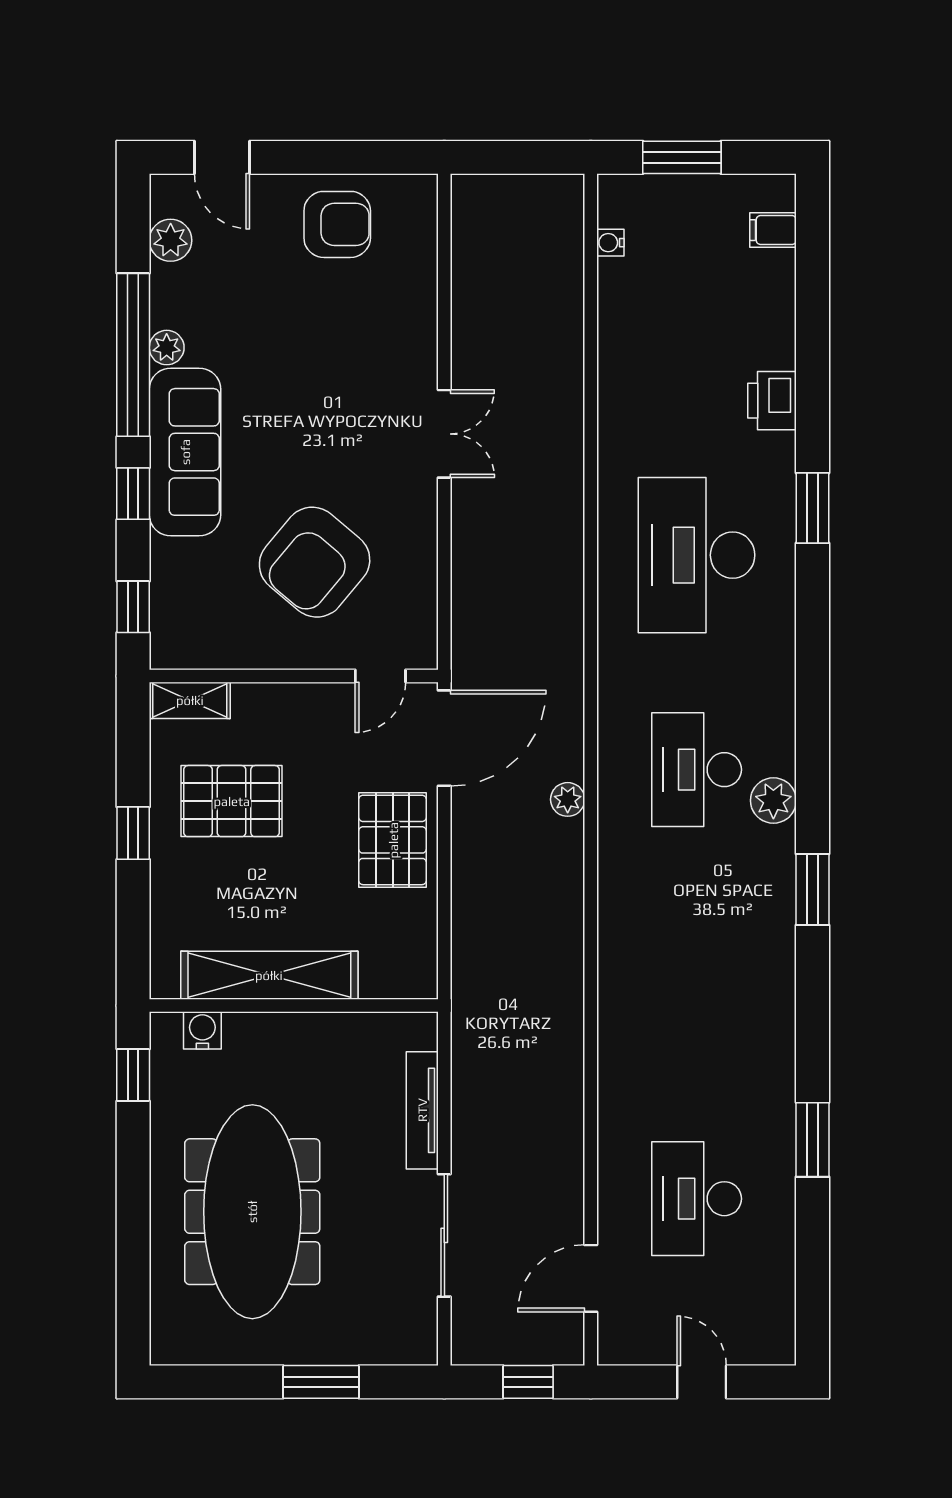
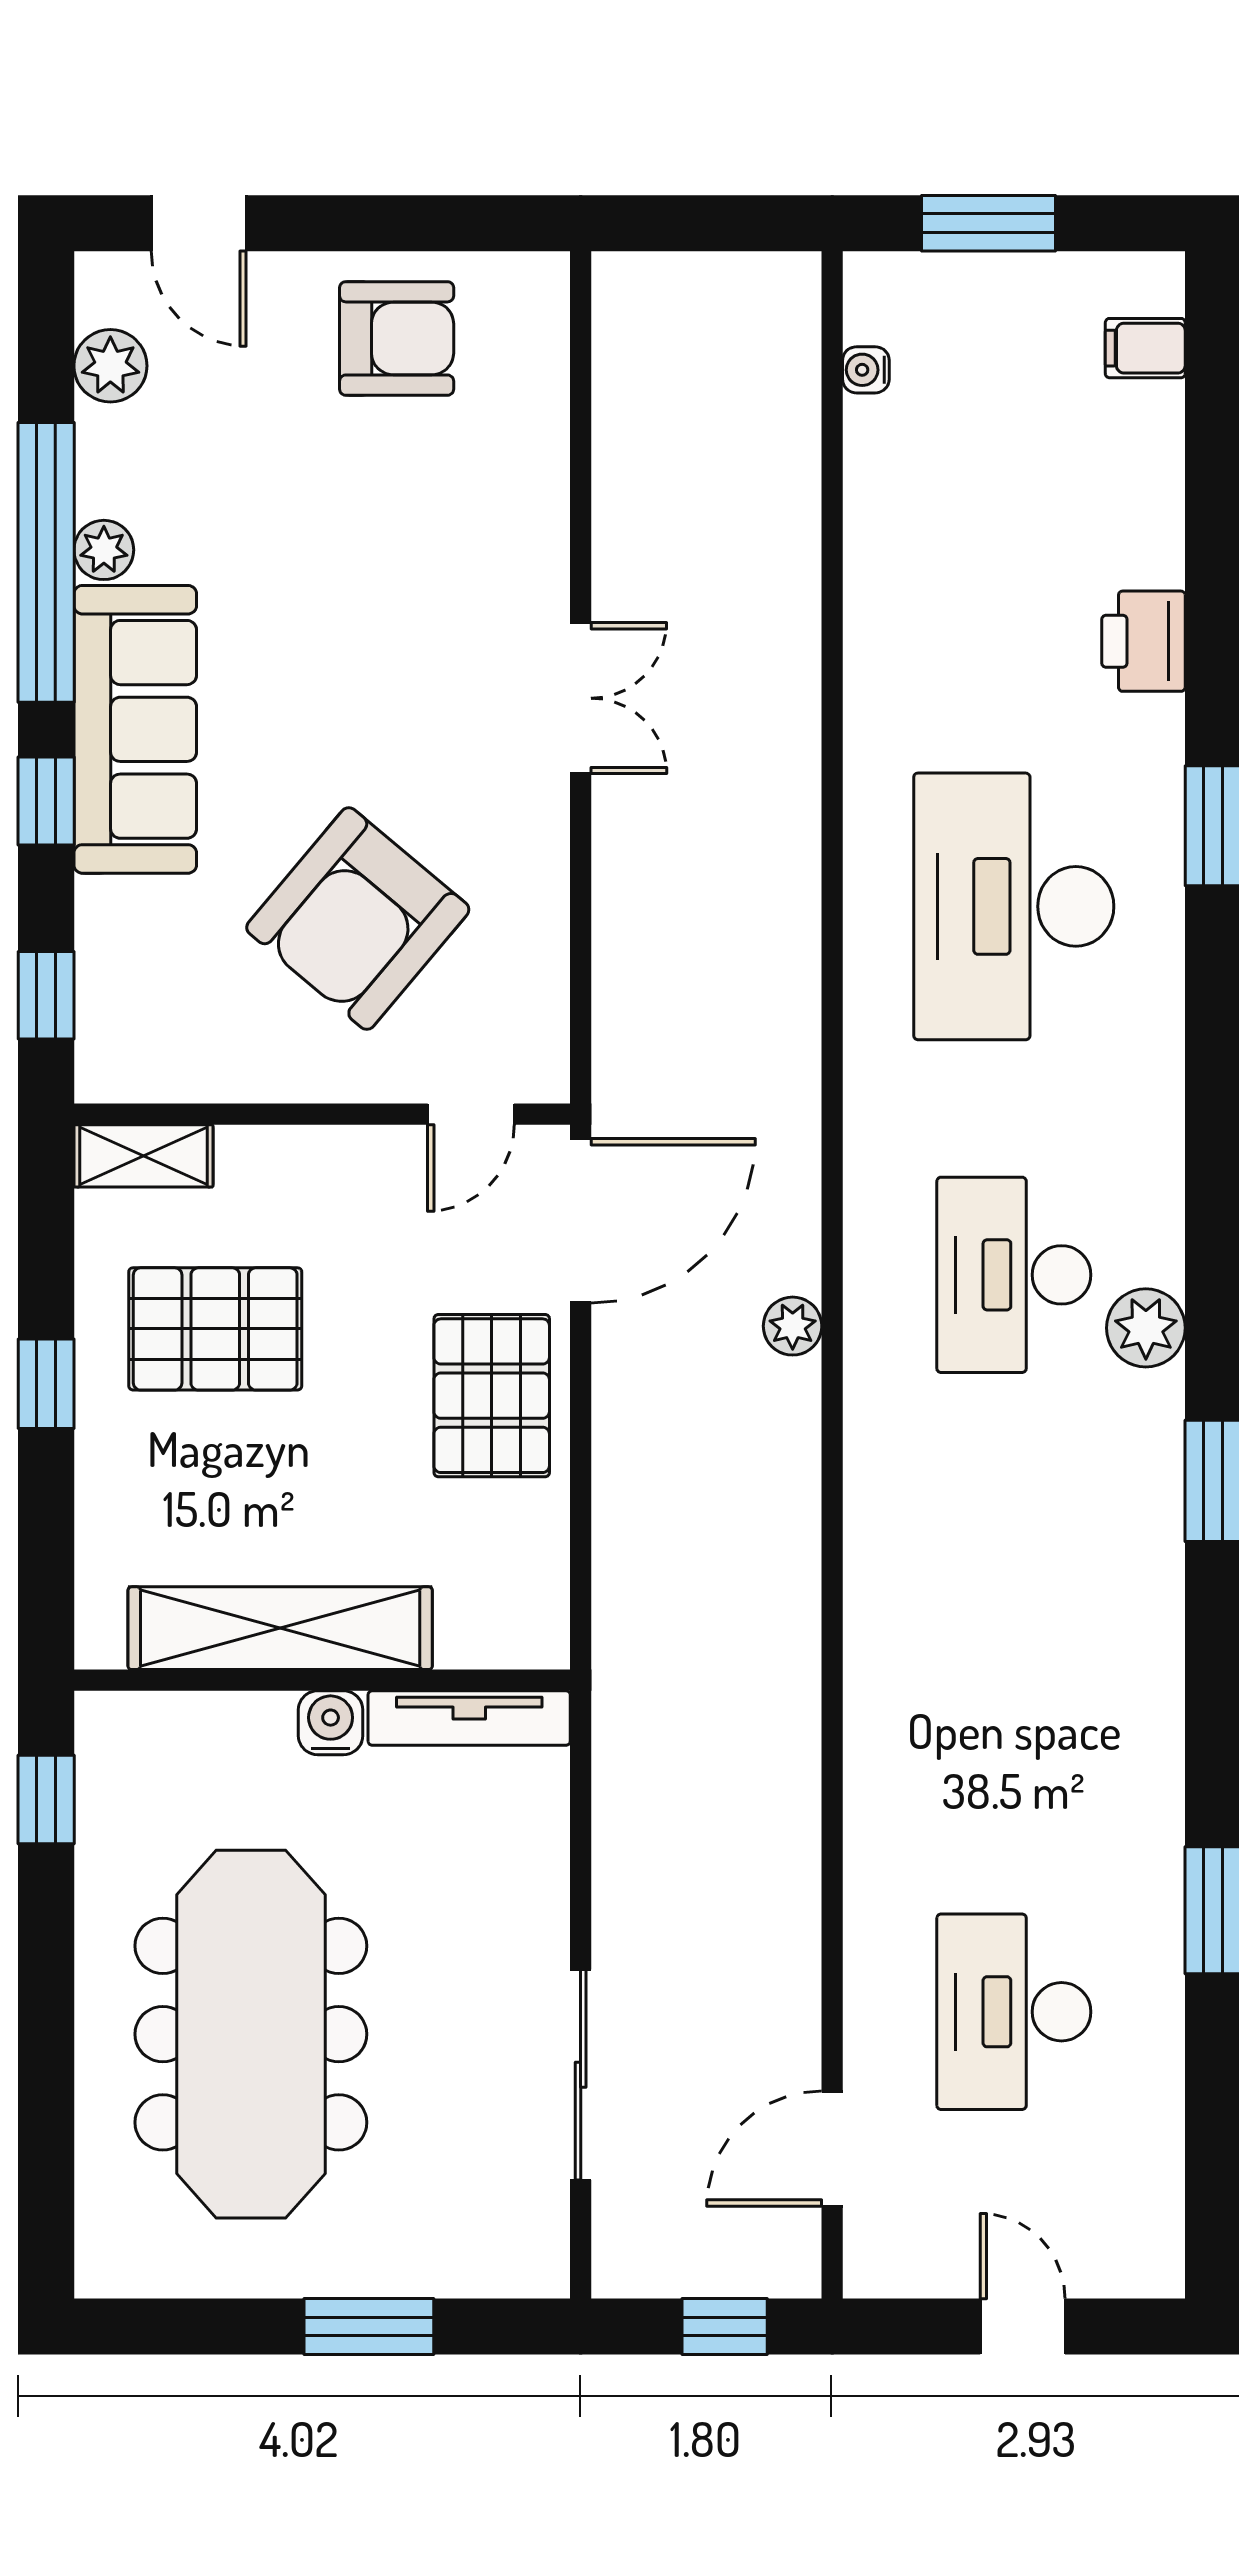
water cooler: (202, 1030) -> (331, 1723), moved
tv unit: (422, 1110) -> (469, 1718), moved, turned -90

